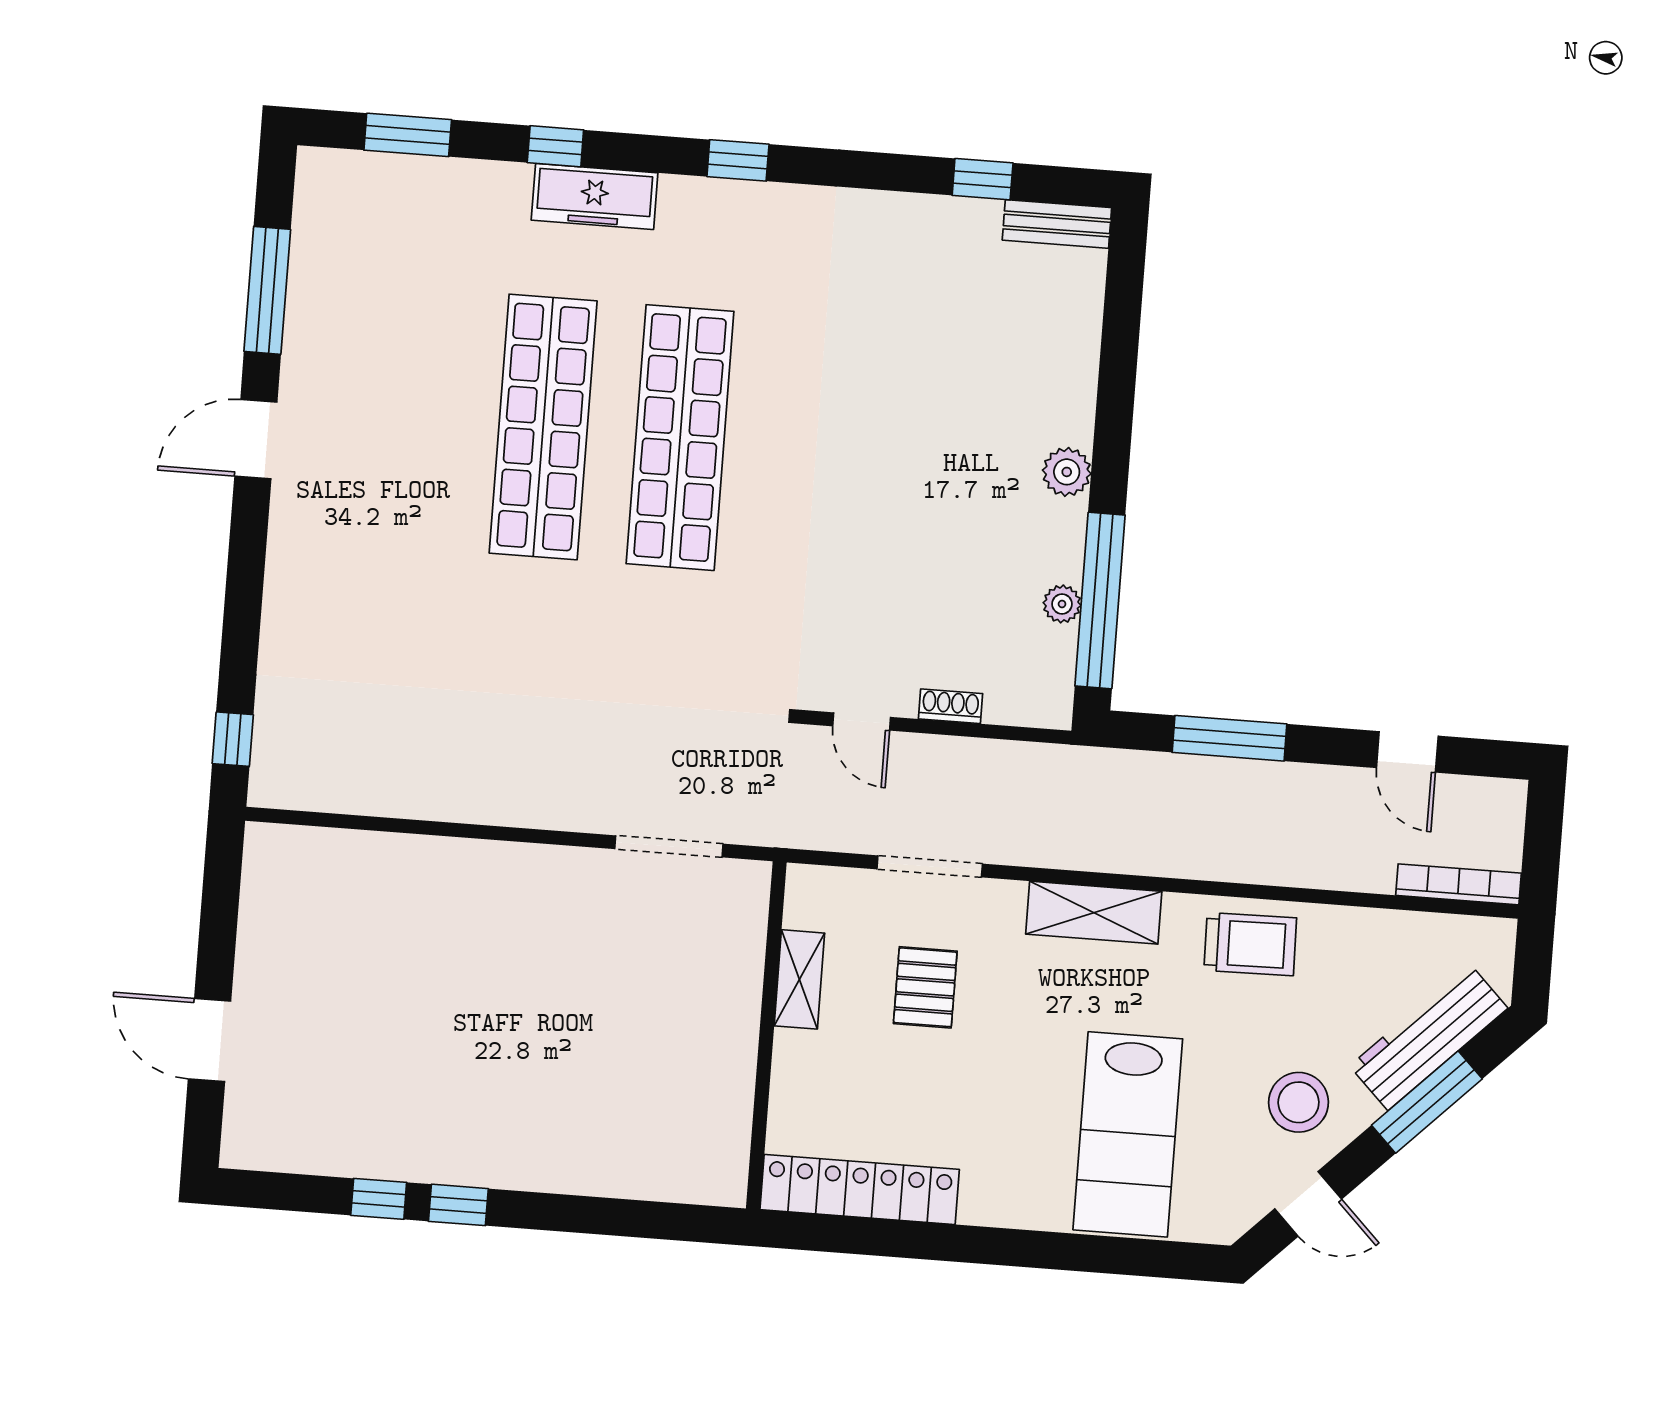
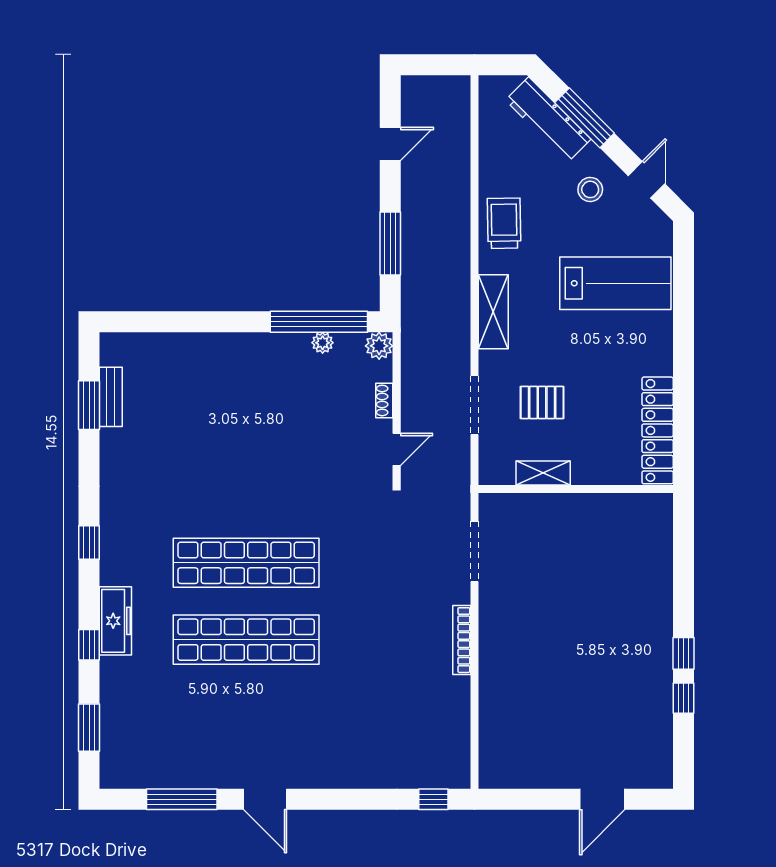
window: (983, 179) -> (89, 405), width x1.50
bench: (1057, 224) -> (111, 397), moved
plant: (1067, 472) -> (379, 346), moved
bookcase: (1458, 884) -> (462, 640), moved
stool: (1299, 1102) -> (590, 189), width x0.73, depth x0.73

